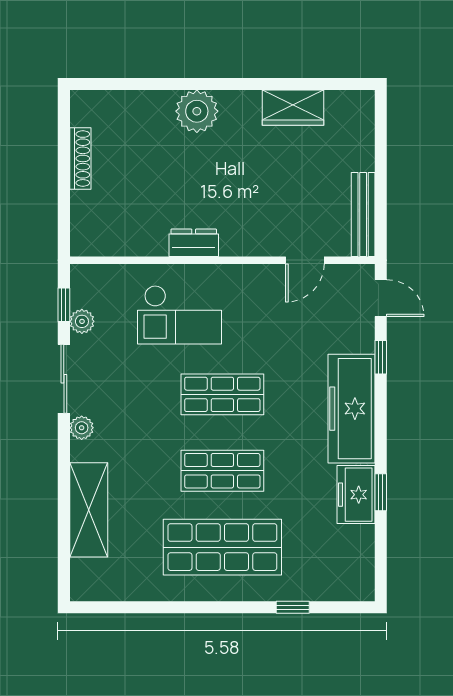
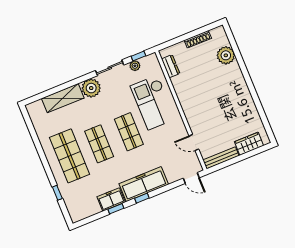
wardrobe: (293, 108) -> (249, 144), moved, turned 90
plant: (197, 111) -> (226, 55), moved
dresser: (194, 243) -> (171, 66), moved
door: (381, 298) -> (191, 178), hinge flipped
checkout: (179, 315) -> (153, 102), width x1.36, depth x1.21
window: (381, 357) -> (142, 198), moved
plant: (82, 428) -> (91, 88), width x1.88, depth x1.88

